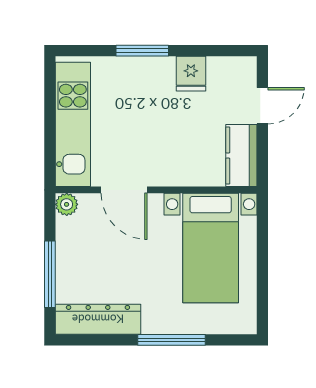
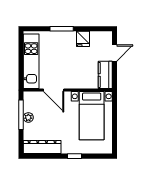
plant: (67, 204) -> (28, 117), moved
window: (50, 274) -> (21, 115), moved
window: (171, 340) -> (74, 156), width x0.46

